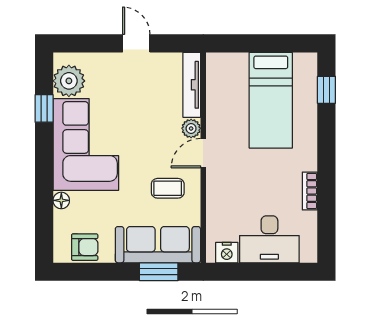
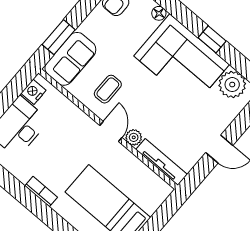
window: (44, 108) -> (212, 39), moved
bookcase: (310, 191) -> (41, 192), moved
sofa: (158, 245) -> (70, 59), width x0.73

